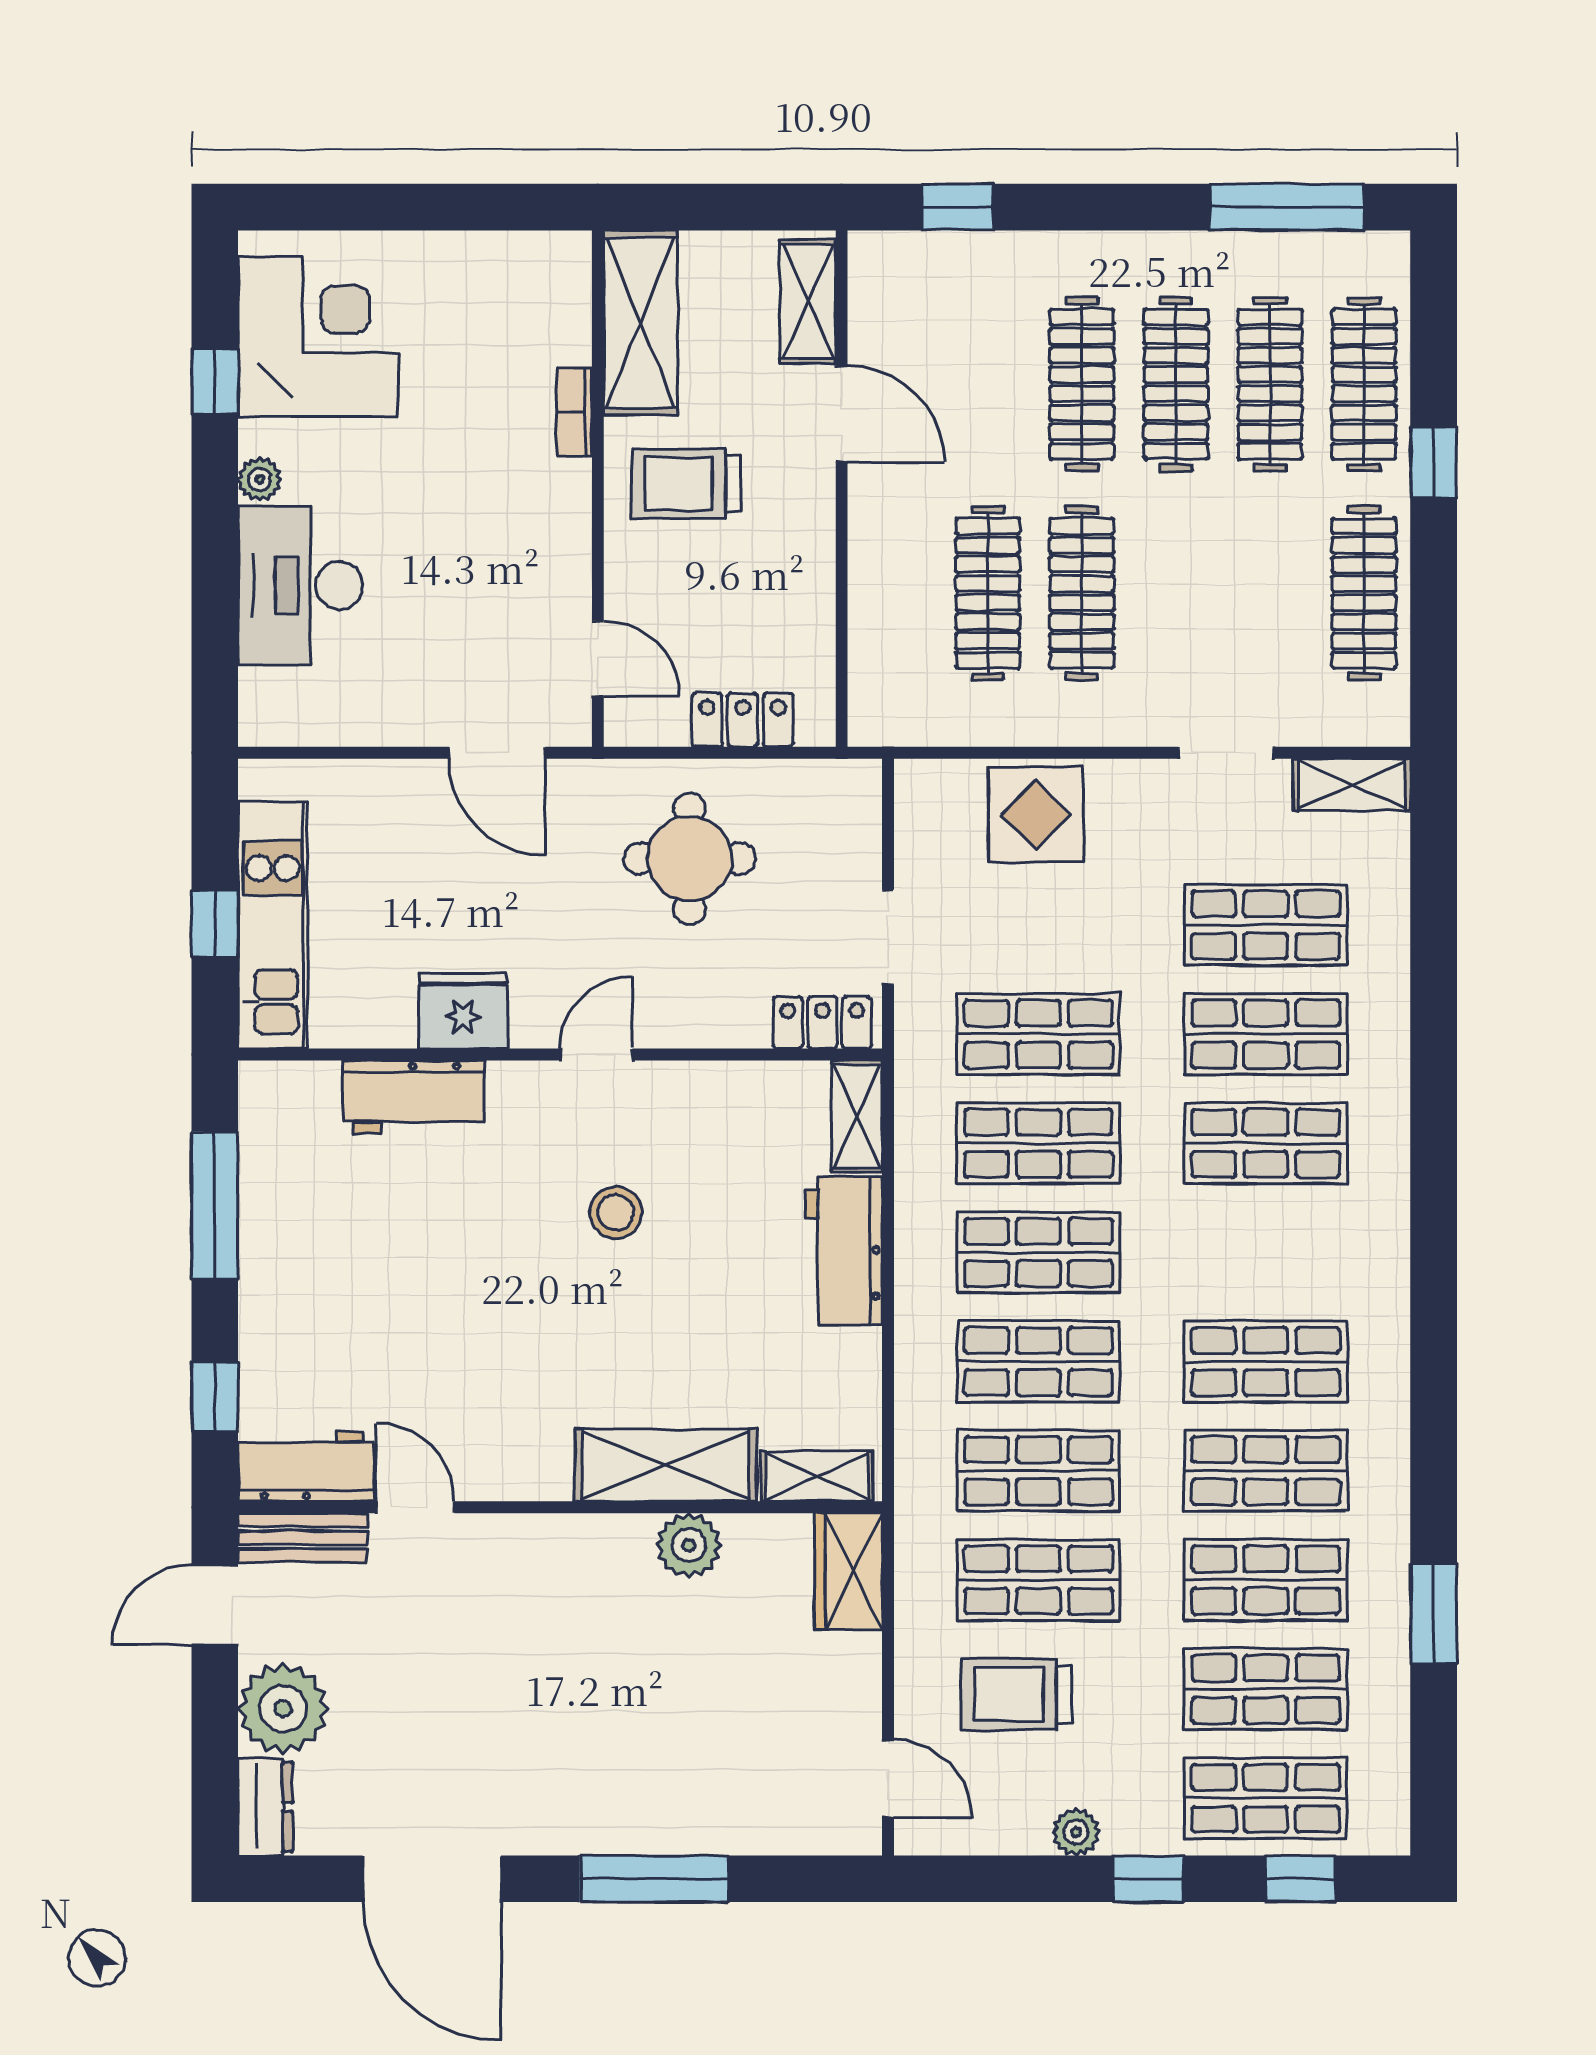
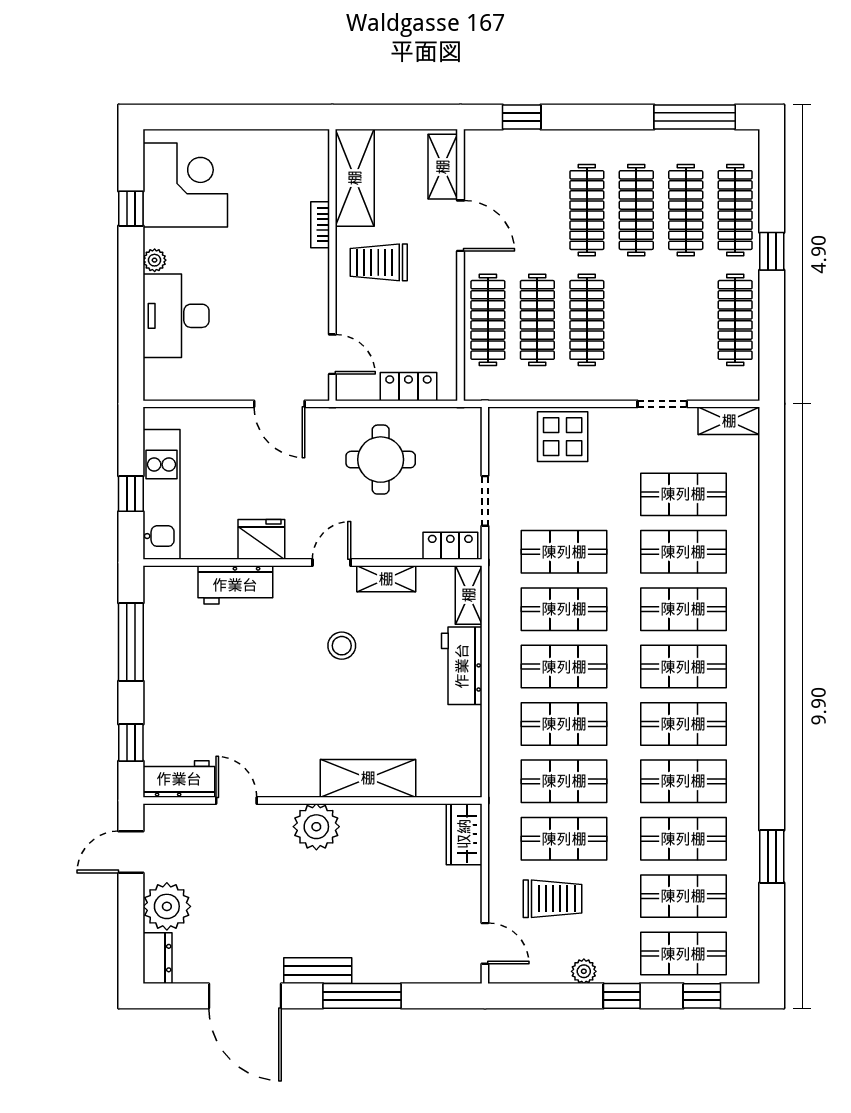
clothes rail: (894, 593) -> (488, 320), added
shop shelf: (1266, 1252) -> (683, 667), added
shelving: (817, 1476) -> (386, 579), moved
bench: (303, 1538) -> (318, 971), moved
plant: (689, 1545) -> (316, 827), moved, width x1.36, depth x1.36
trolley: (1017, 1694) -> (553, 899), turned 180

